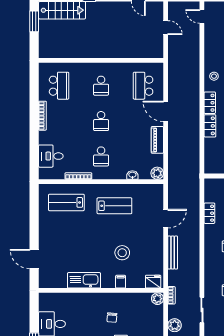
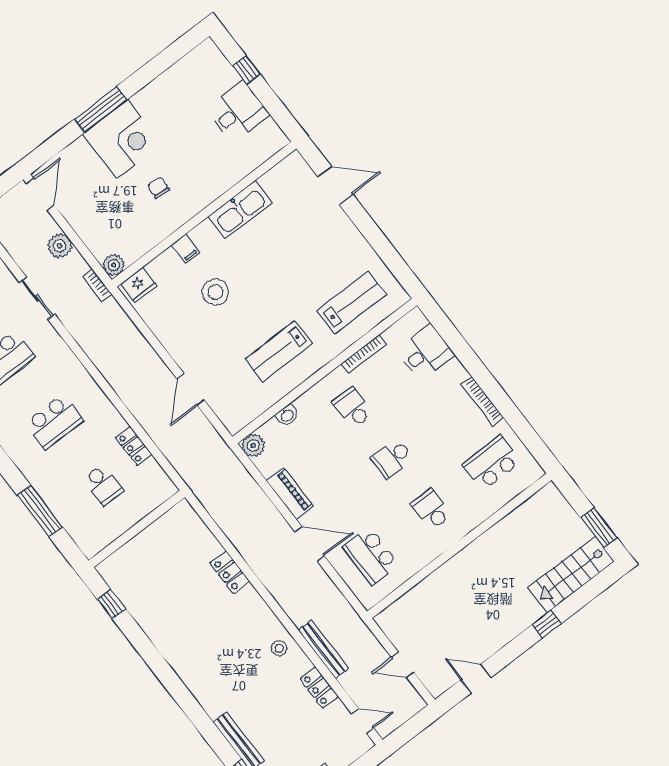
school desk: (59, 86) -> (492, 463), turned 90
school desk: (143, 86) -> (371, 556), turned 180
locker: (210, 103) -> (319, 688), moved
school desk: (101, 121) -> (392, 458), turned -90
bench: (173, 253) -> (323, 649), moved

